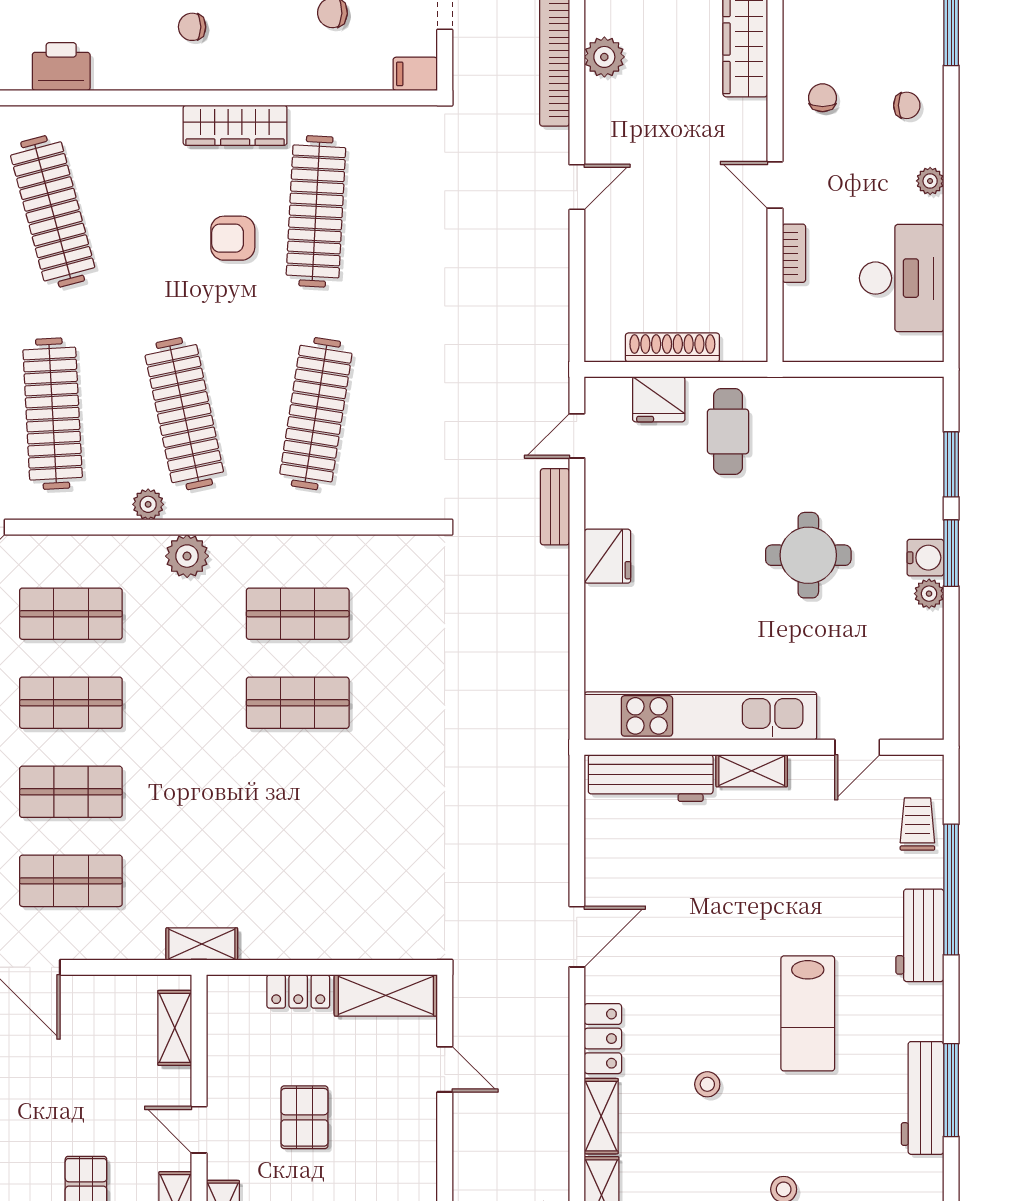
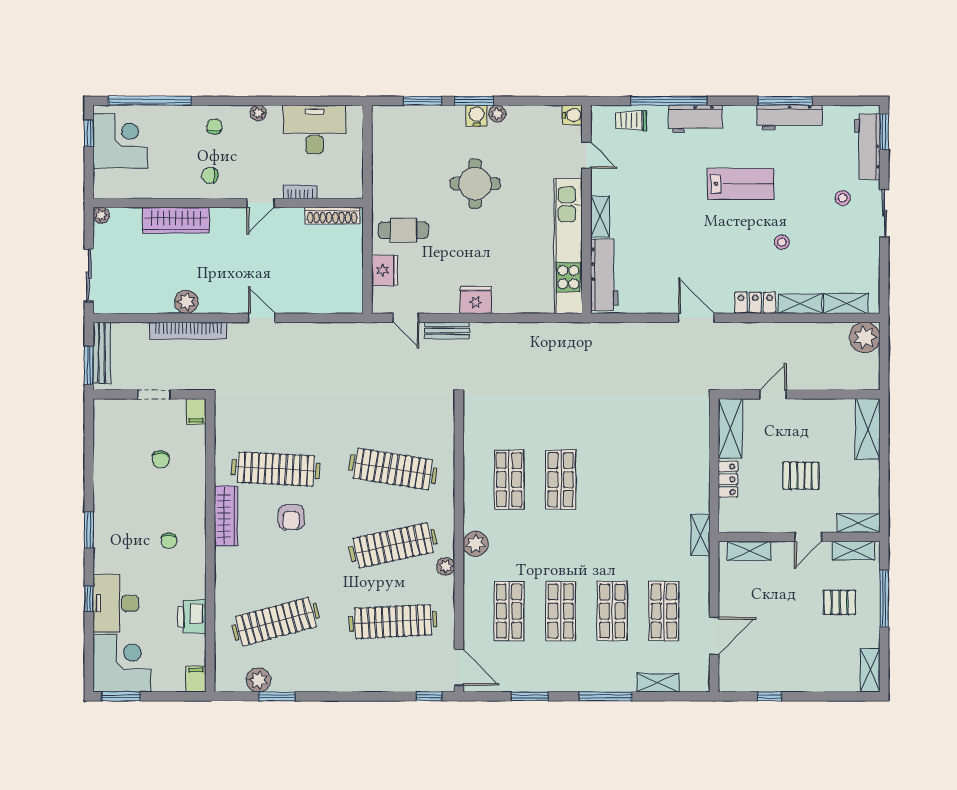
shoe rack: (672, 348) -> (332, 216), moved, turned -90
water cooler: (927, 723) -> (572, 115), added

